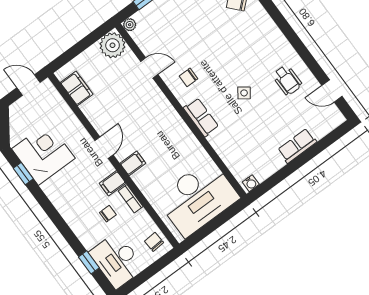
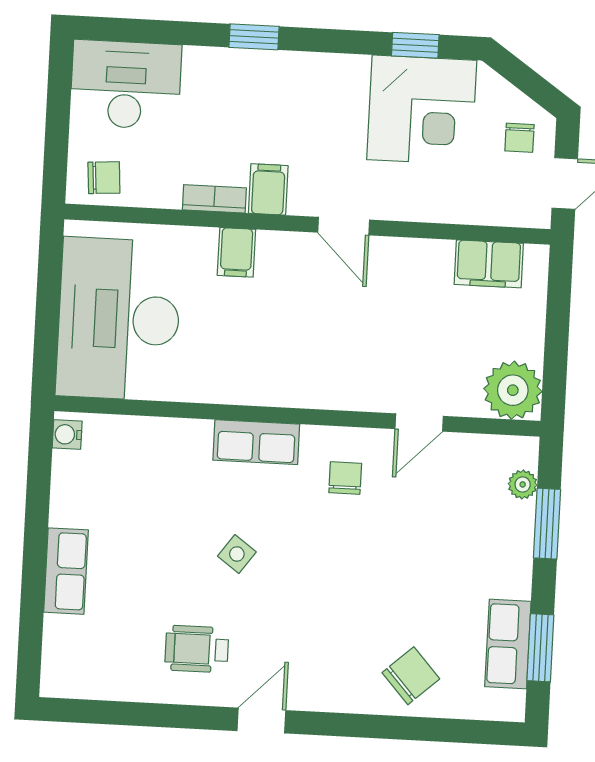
plant: (130, 25) -> (523, 484), moved
door: (332, 91) -> (261, 721), moved
filing cabinet: (133, 163) -> (236, 252), moved
chair: (108, 214) -> (520, 138), moved
window: (89, 262) -> (254, 37), moved

